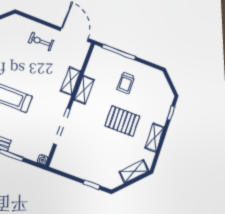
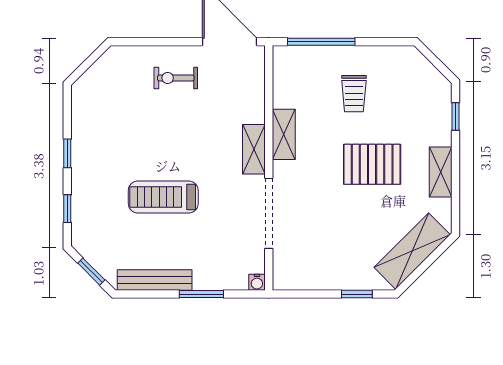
shelving: (70, 81) -> (254, 149), moved
shelving: (134, 171) -> (412, 251), width x1.50, depth x1.33

